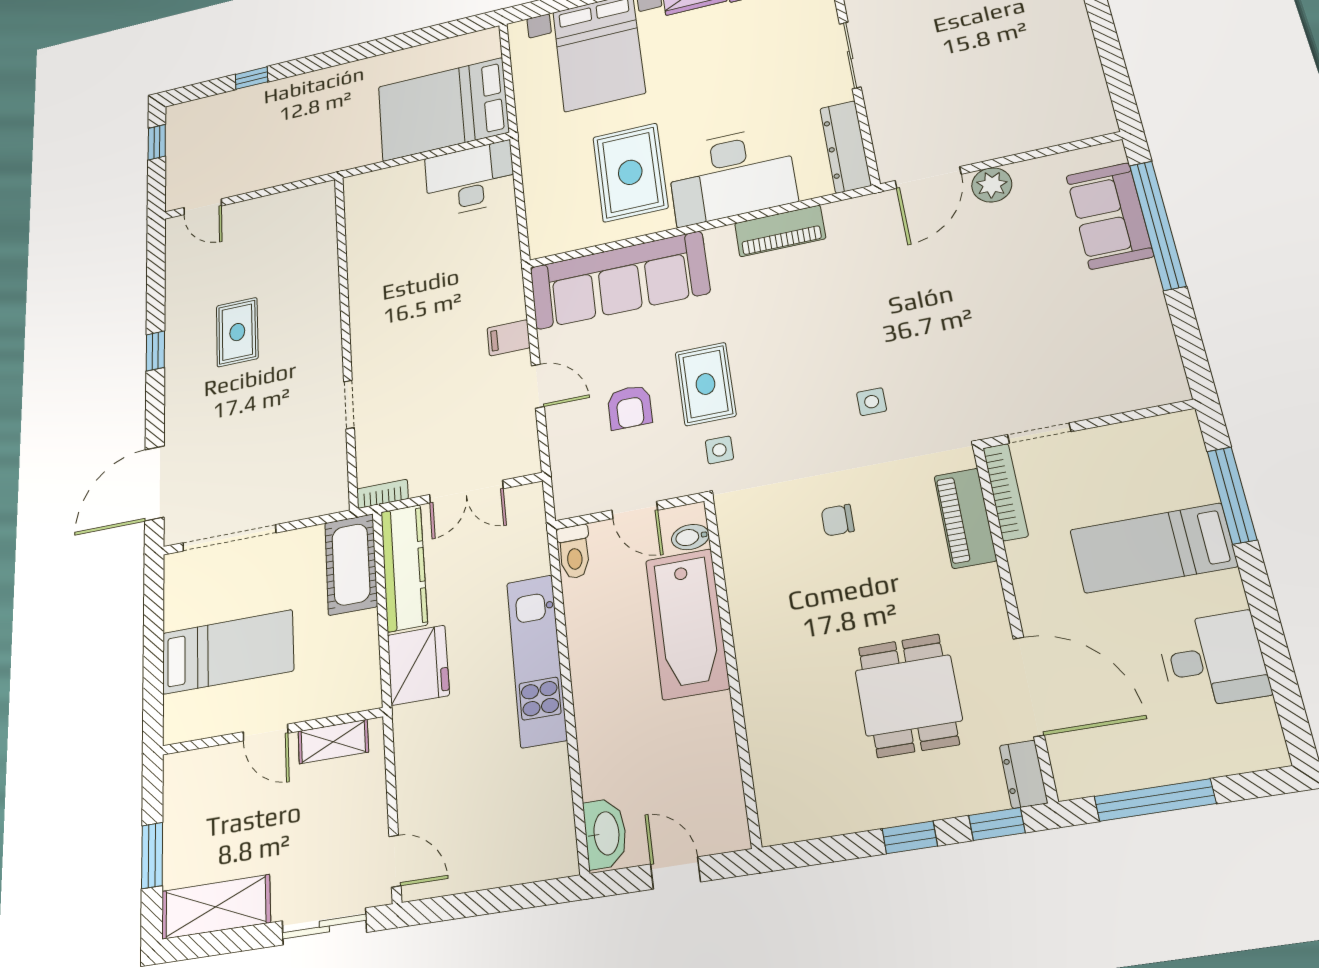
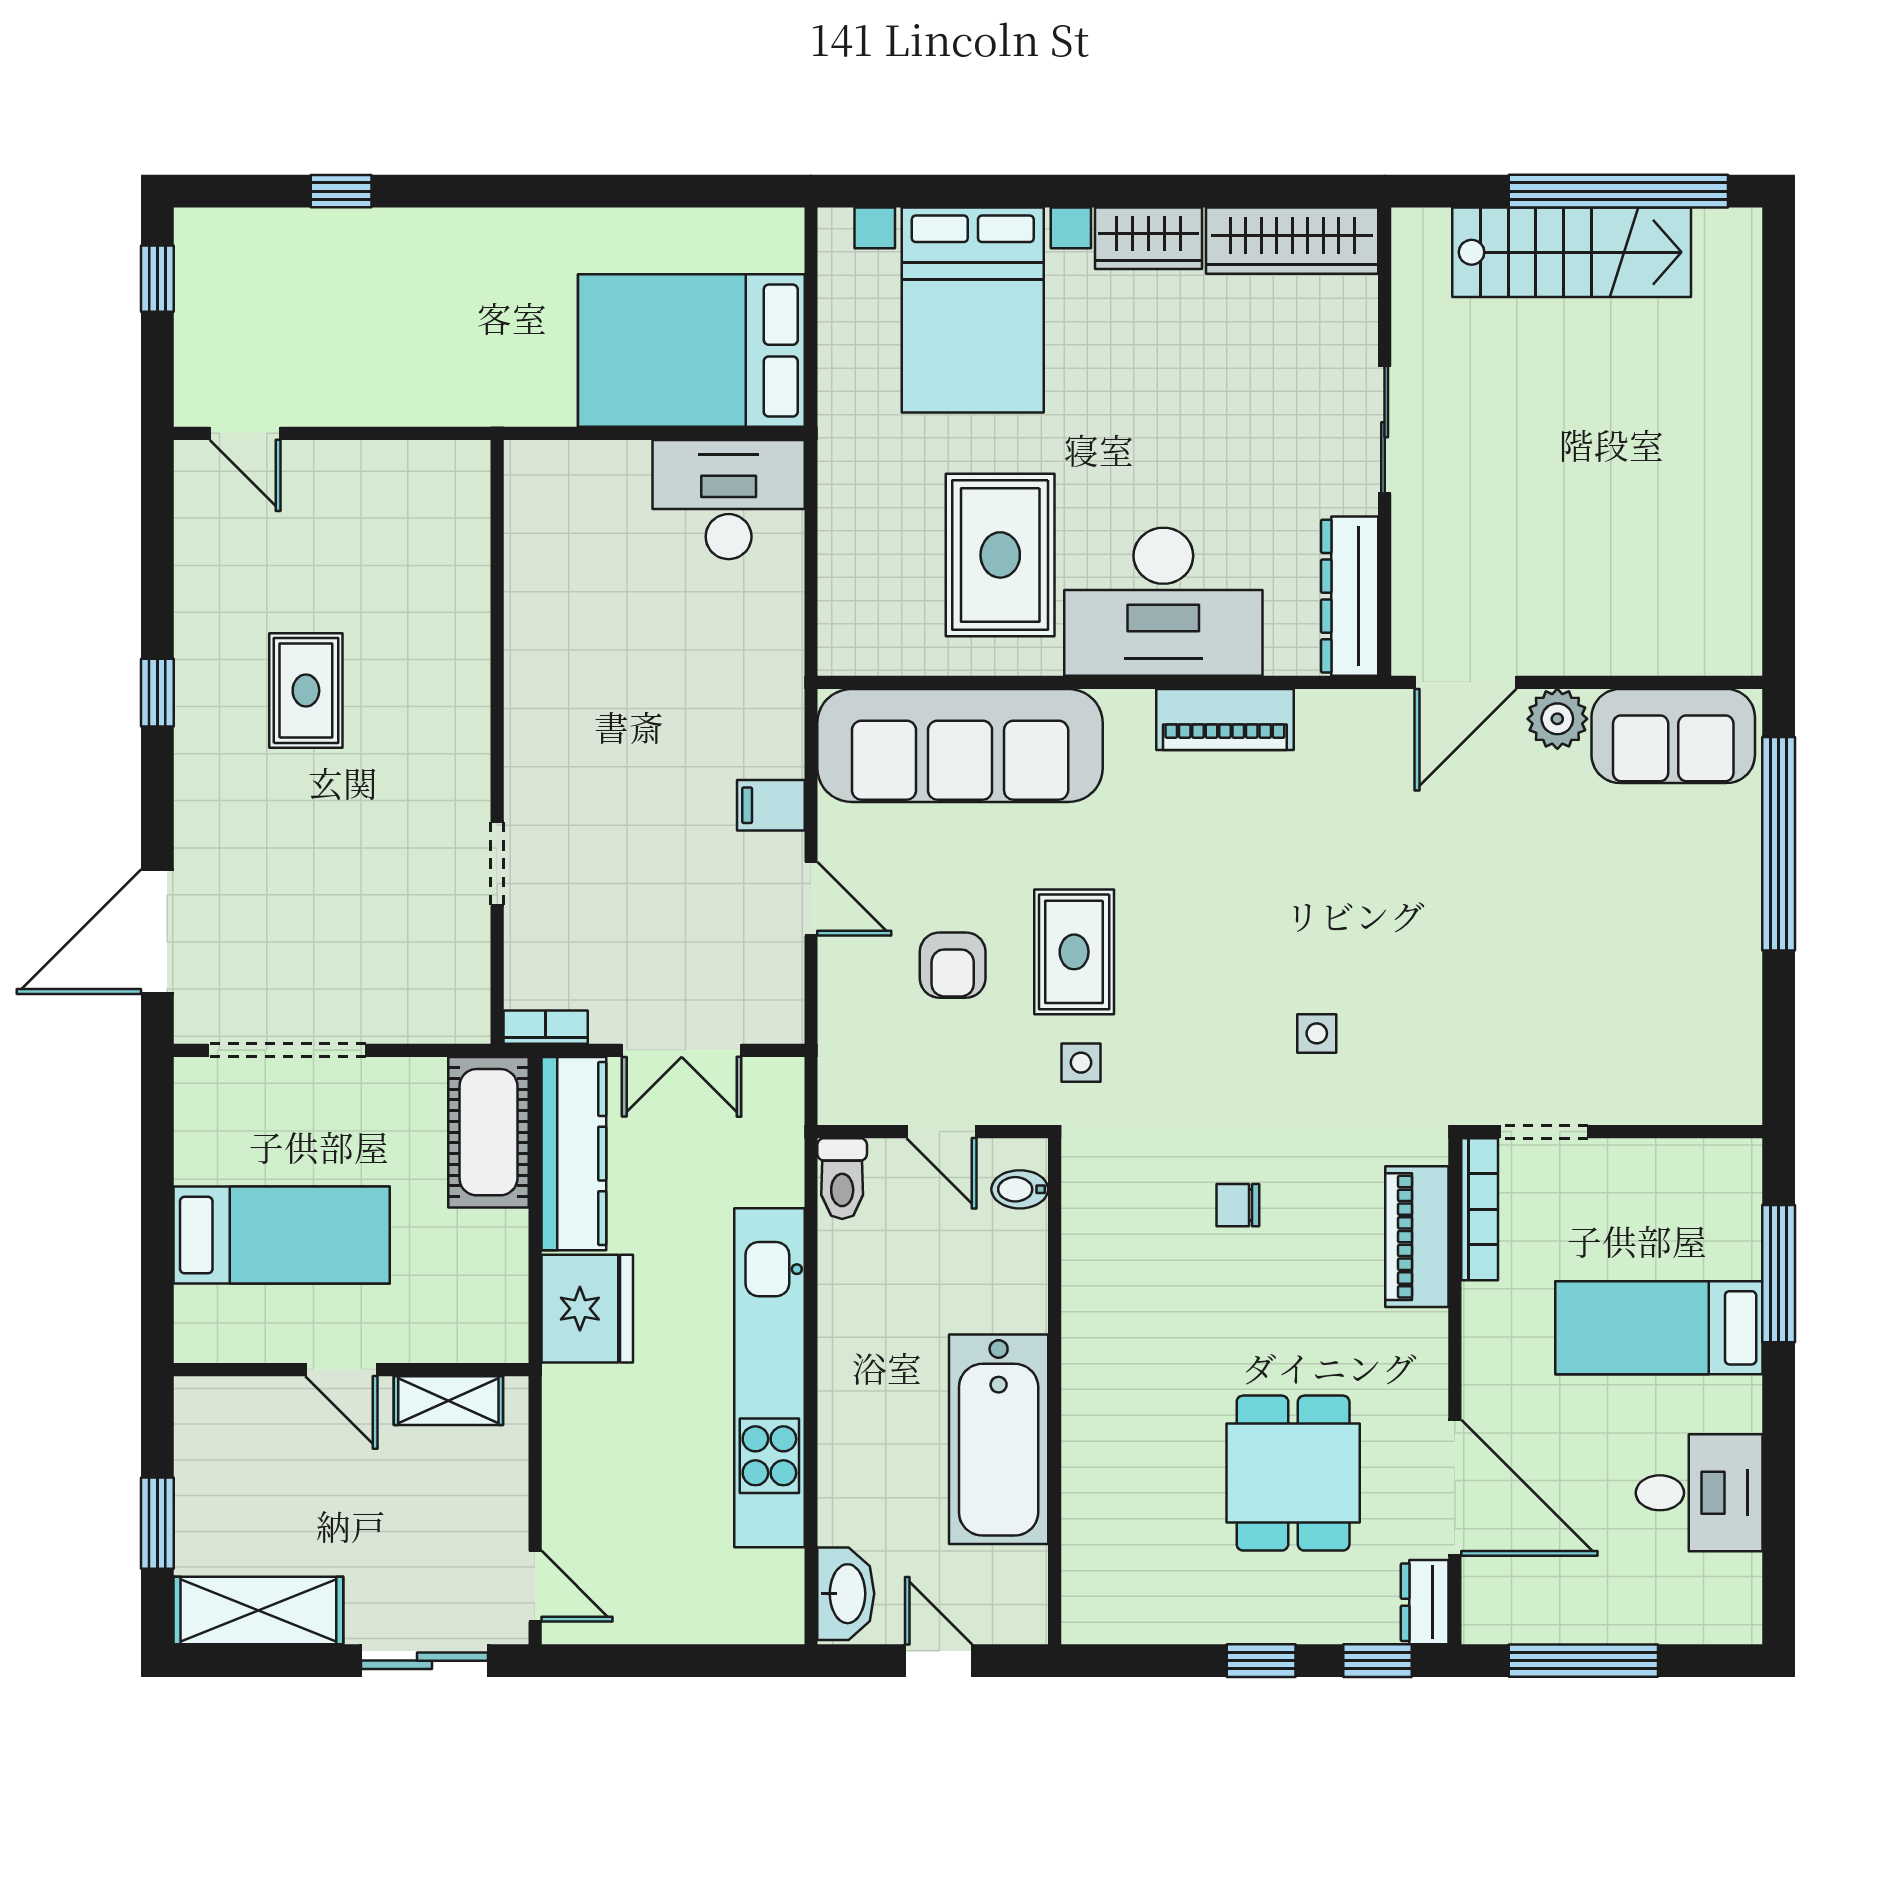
sofa: (1110, 216) -> (1673, 736), moved, turned -90
bathtub: (687, 624) -> (999, 1439), moved
kitchen unit: (537, 660) -> (769, 1378), width x1.36

